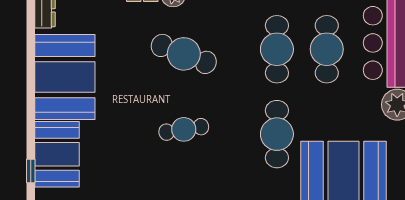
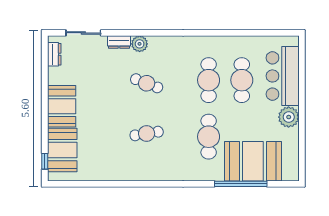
cafe table: (184, 54) -> (147, 83), width x0.73, depth x0.74
booth: (65, 77) -> (62, 106), width x0.73, depth x0.70

